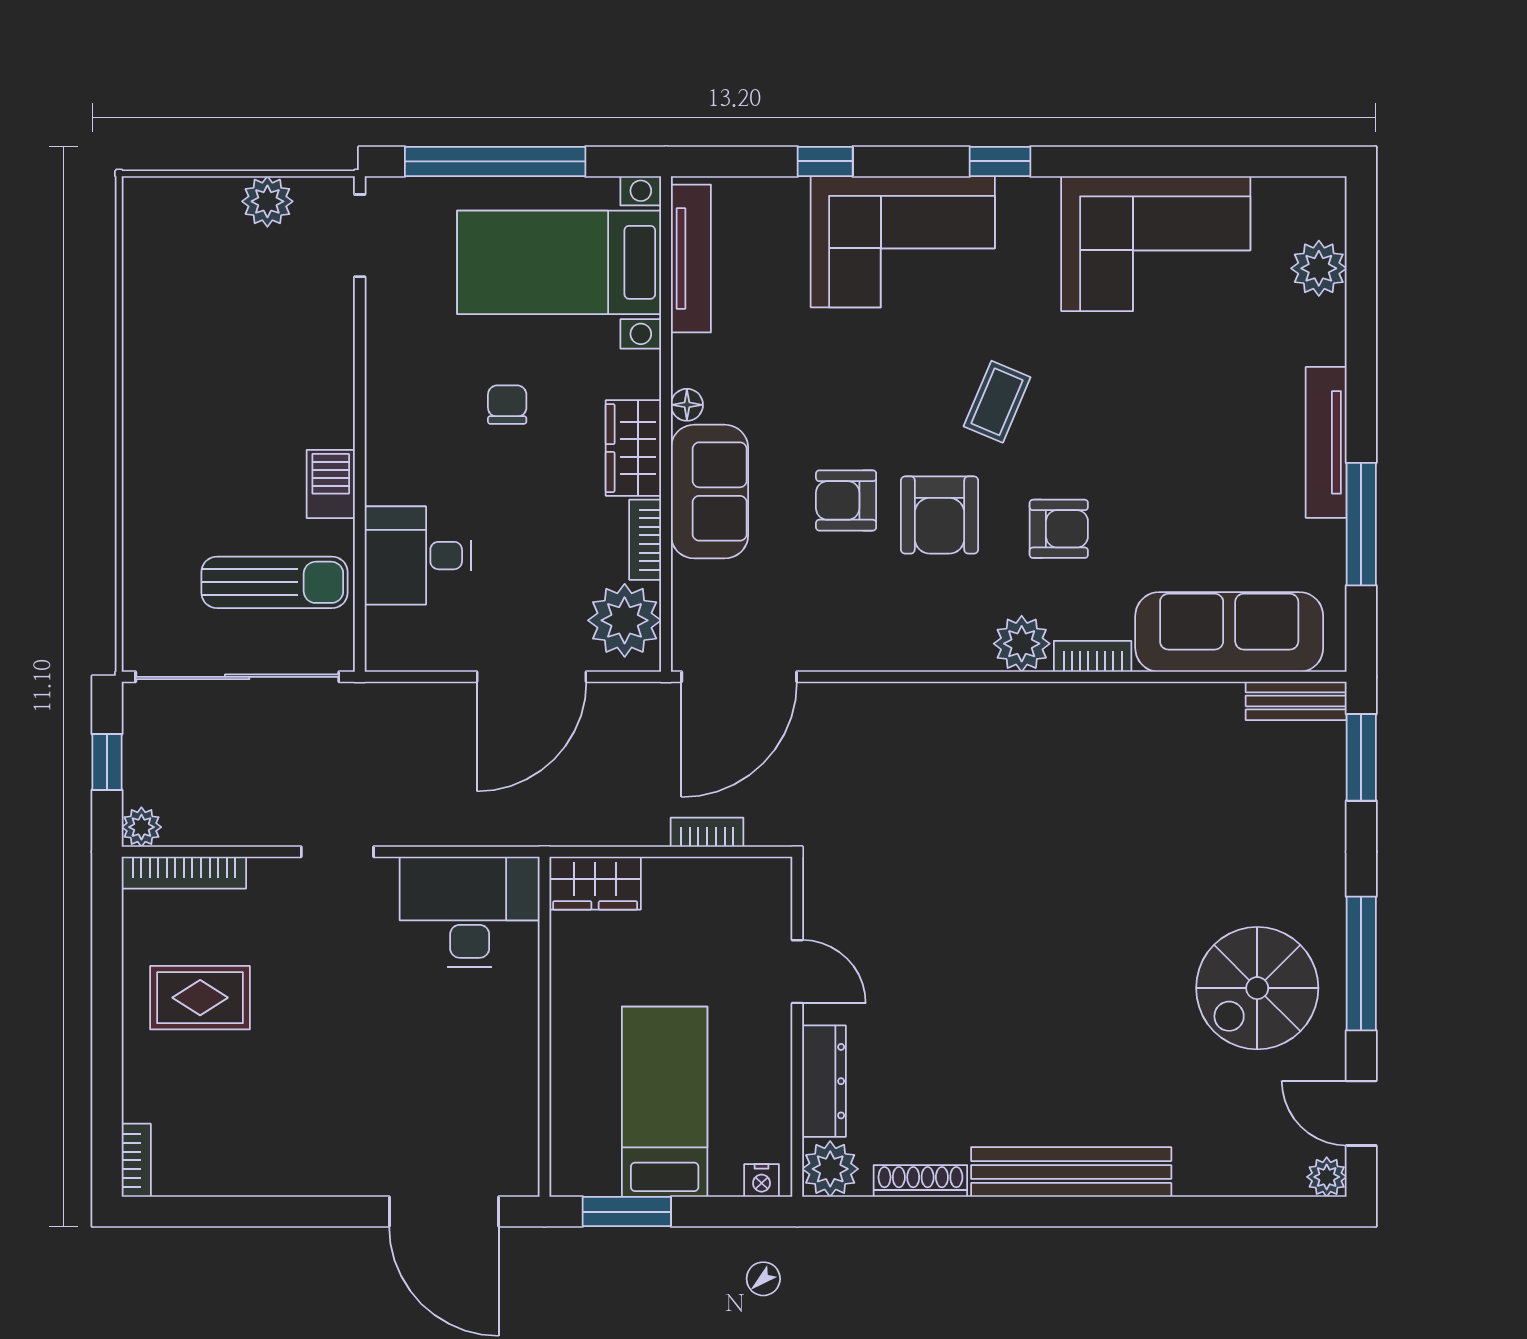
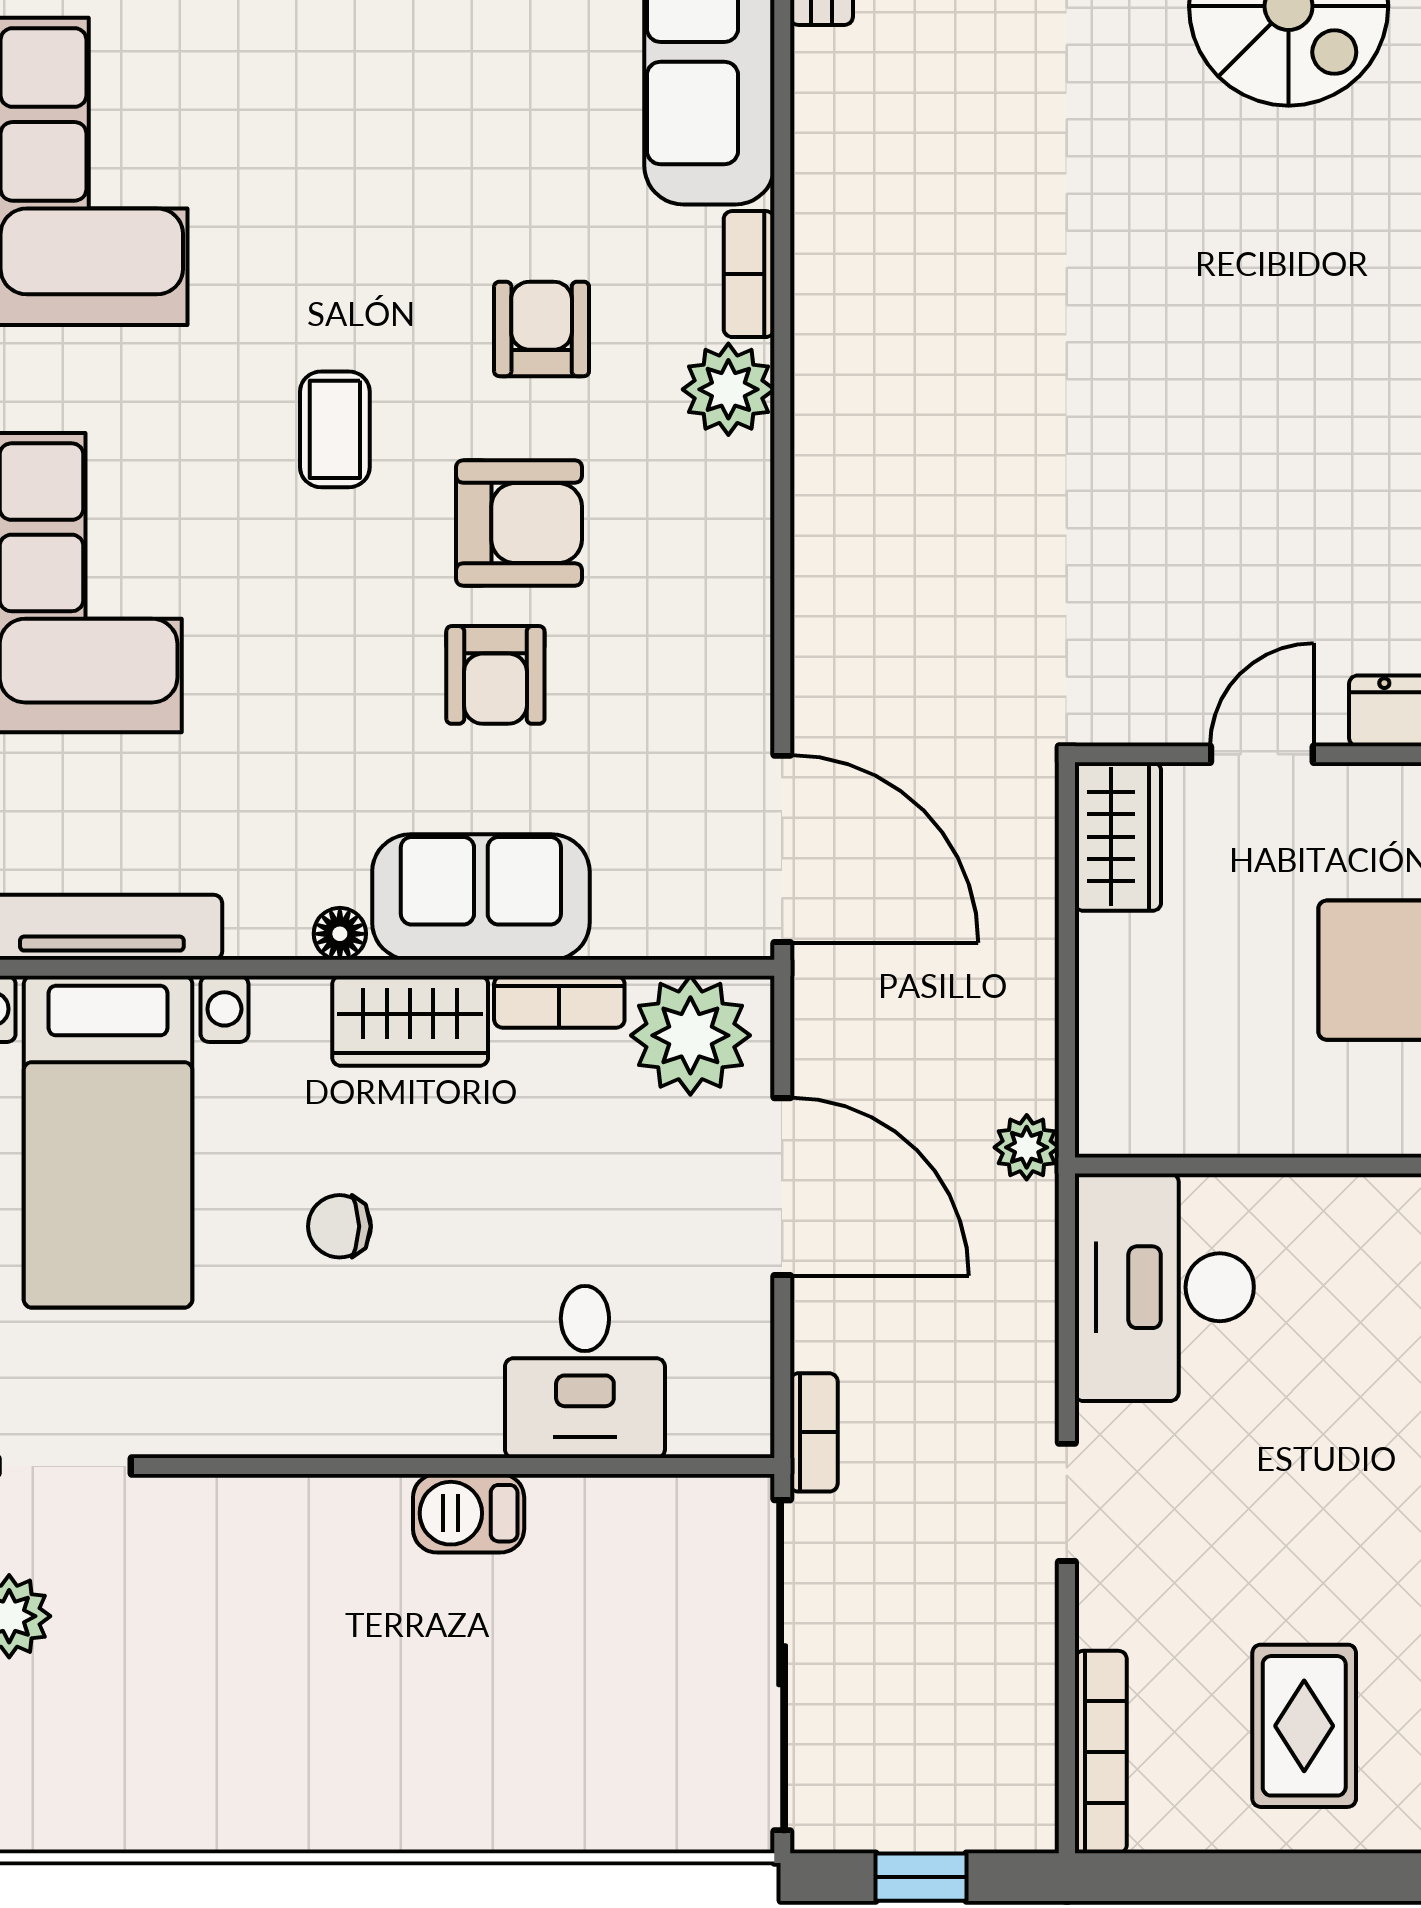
coffee table: (997, 402) -> (335, 429), turned 67
sun lounger: (275, 582) -> (629, 1605), removed
plant: (141, 827) -> (1027, 1147), moved
bookcase: (707, 832) -> (814, 1432), moved, turned 180
wardrobe: (595, 883) -> (1118, 837), moved

